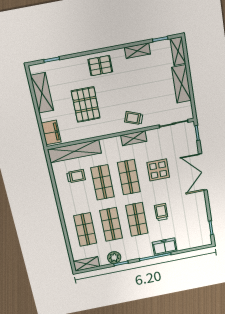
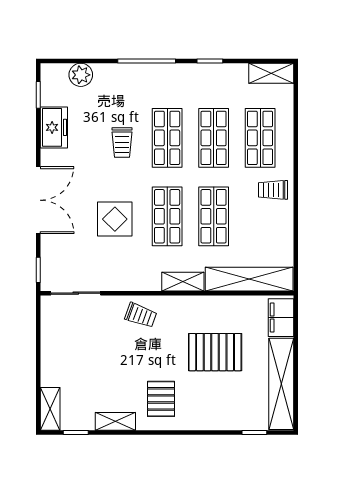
pallet: (100, 66) -> (161, 399), moved, turned 90
shelving: (182, 84) -> (52, 356), removed
shelving: (42, 93) -> (281, 384), width x1.47
pallet: (86, 105) -> (215, 352), turned 90
shelving: (134, 138) -> (183, 282), moved
trolley: (76, 176) -> (273, 190), moved
freezer: (165, 247) -> (54, 127), moved, turned -90
plant: (114, 258) -> (81, 75), moved

